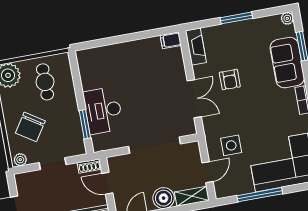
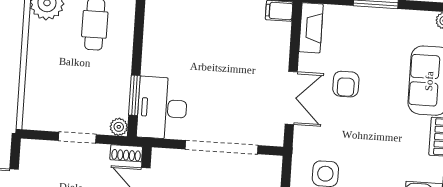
desk: (103, 110) -> (162, 108), moved
chair: (30, 127) -> (60, 80), removed
plant: (20, 160) -> (119, 127), moved

